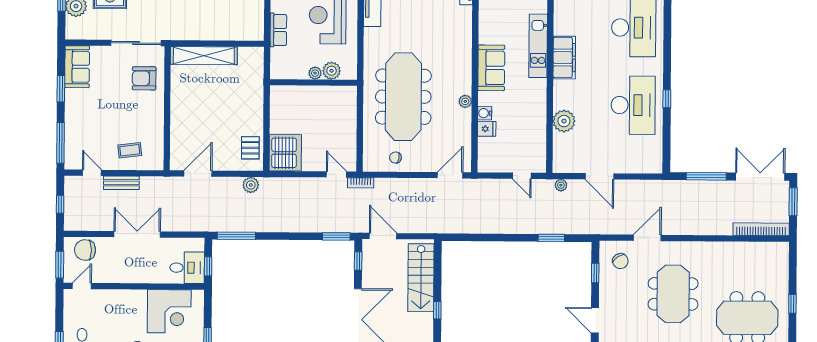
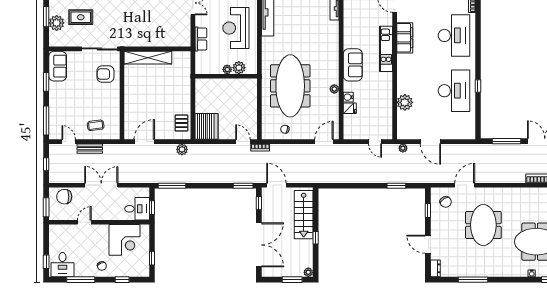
filing cabinet: (564, 58) -> (405, 38), moved
door: (82, 286) -> (84, 222), moved

